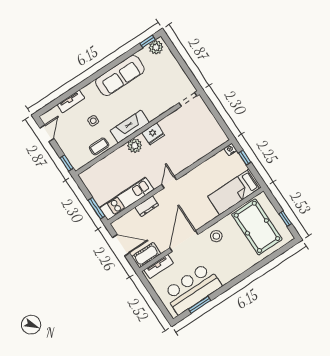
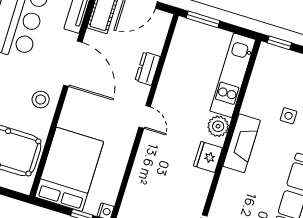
coffee table: (99, 146) -> (258, 92), removed
bed: (234, 192) -> (69, 169), width x1.50
kitchen unit: (127, 199) -> (233, 75), moved, turned 180

